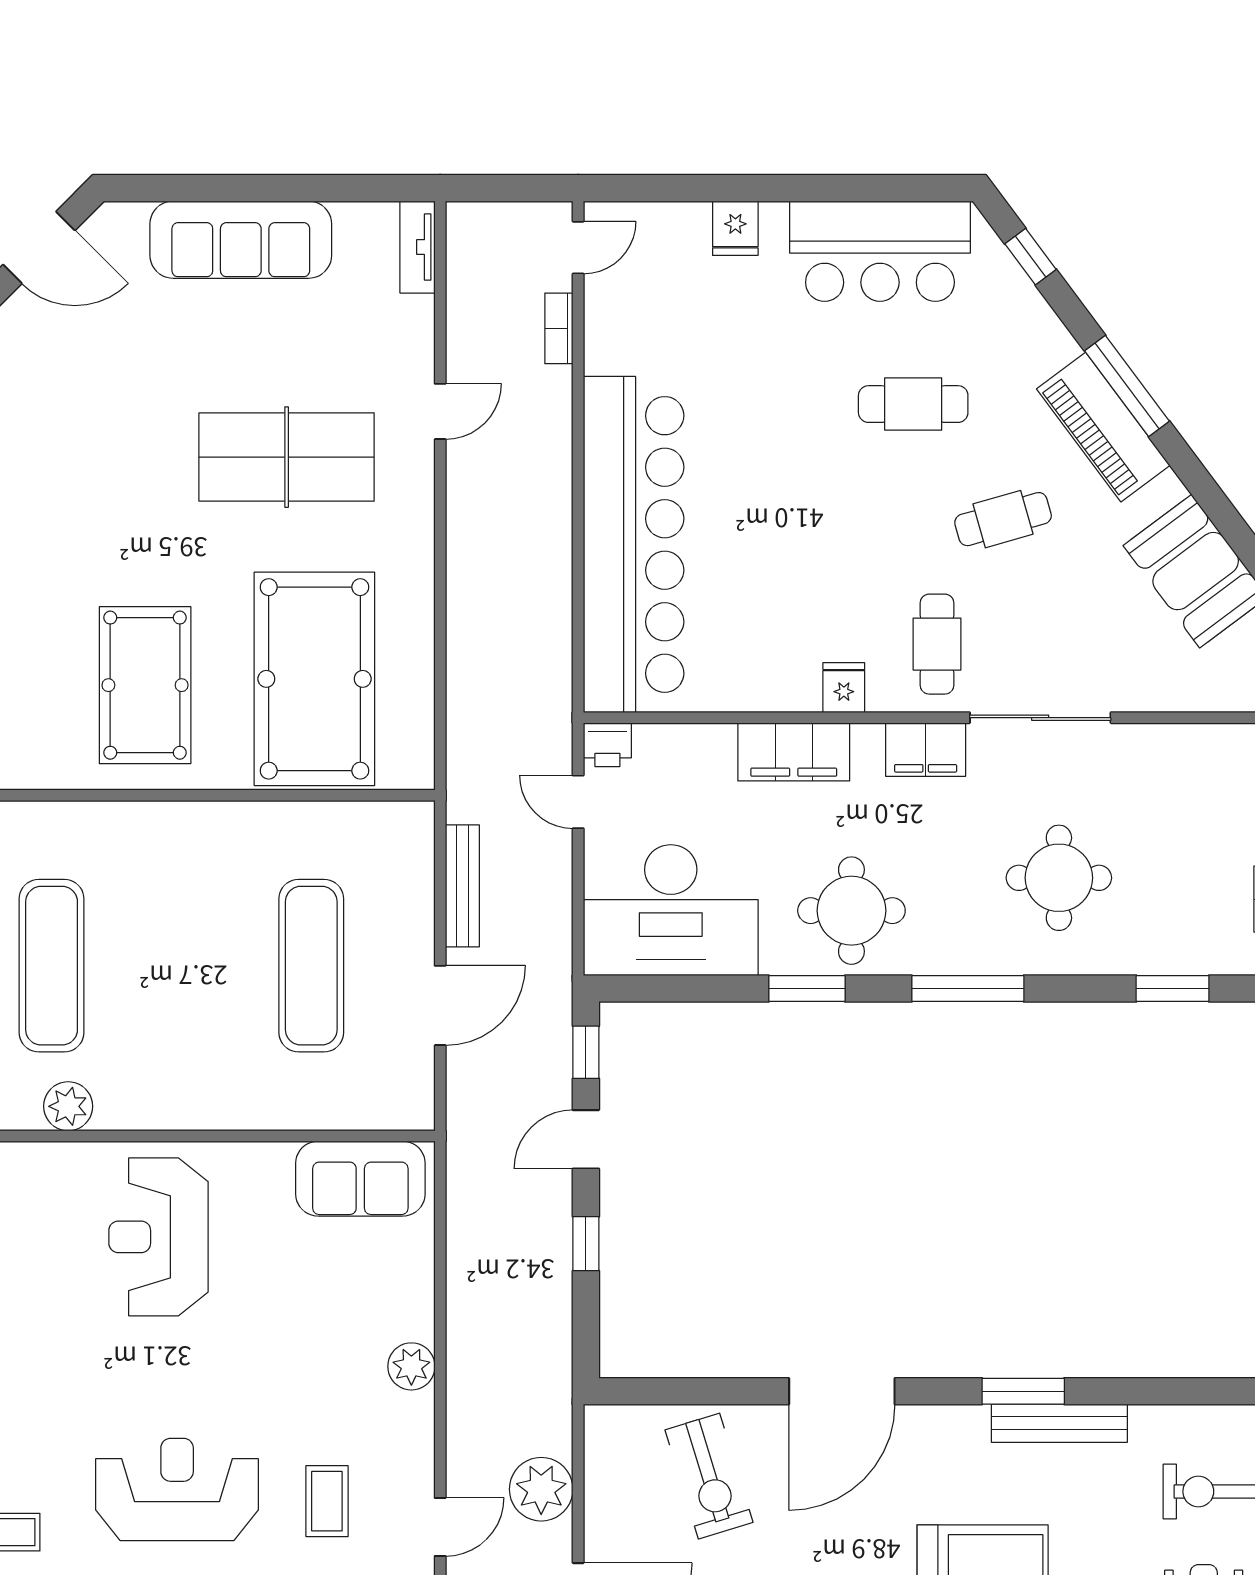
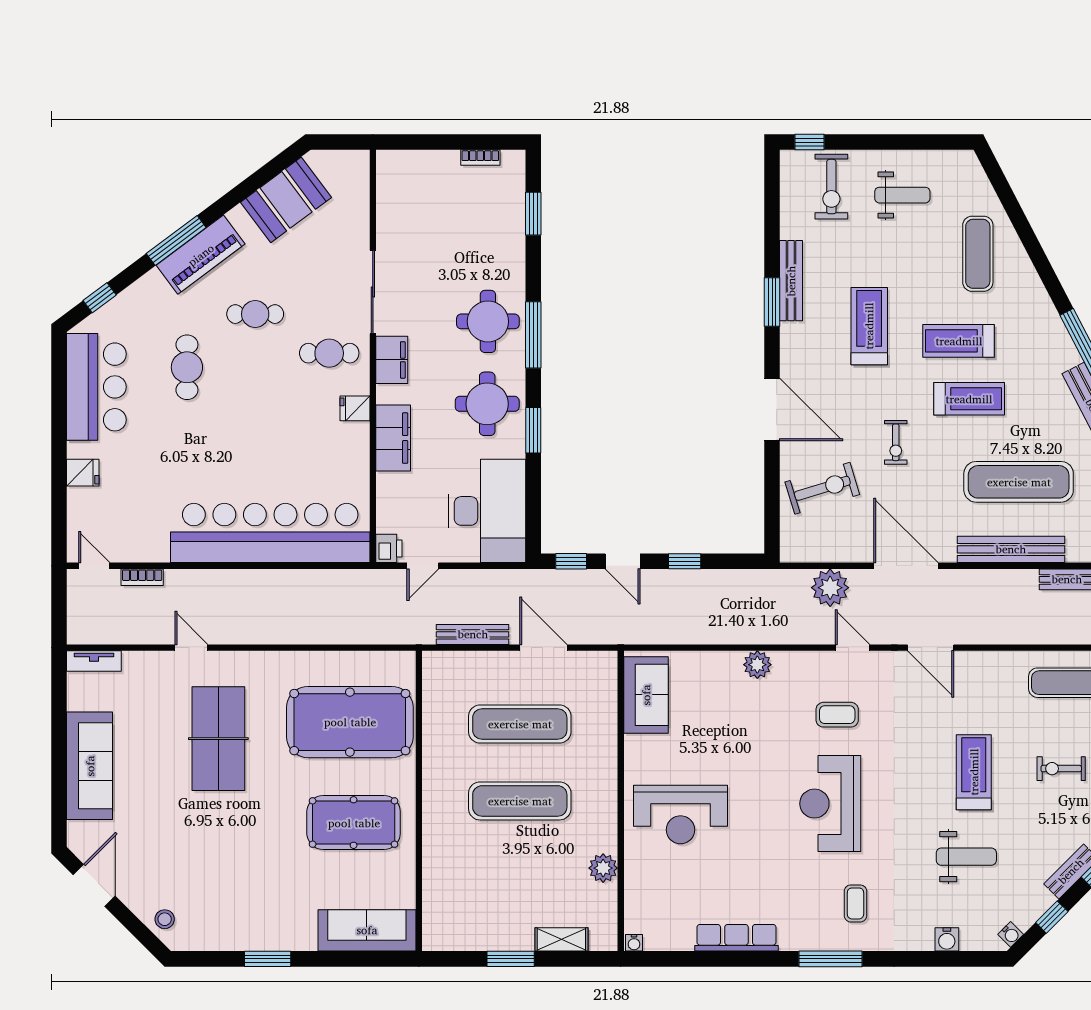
cafe table: (1003, 519) -> (255, 314), turned -74
round table: (1059, 878) -> (488, 321), moved
exercise mat: (52, 966) -> (520, 801), moved

